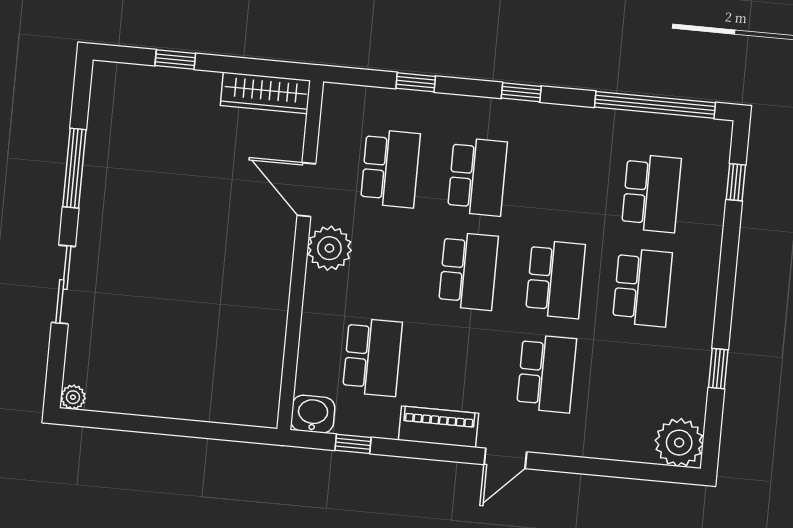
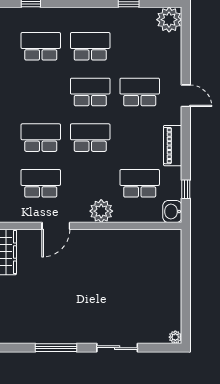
plant: (329, 248) -> (101, 211), moved
door: (505, 458) -> (186, 96), moved

